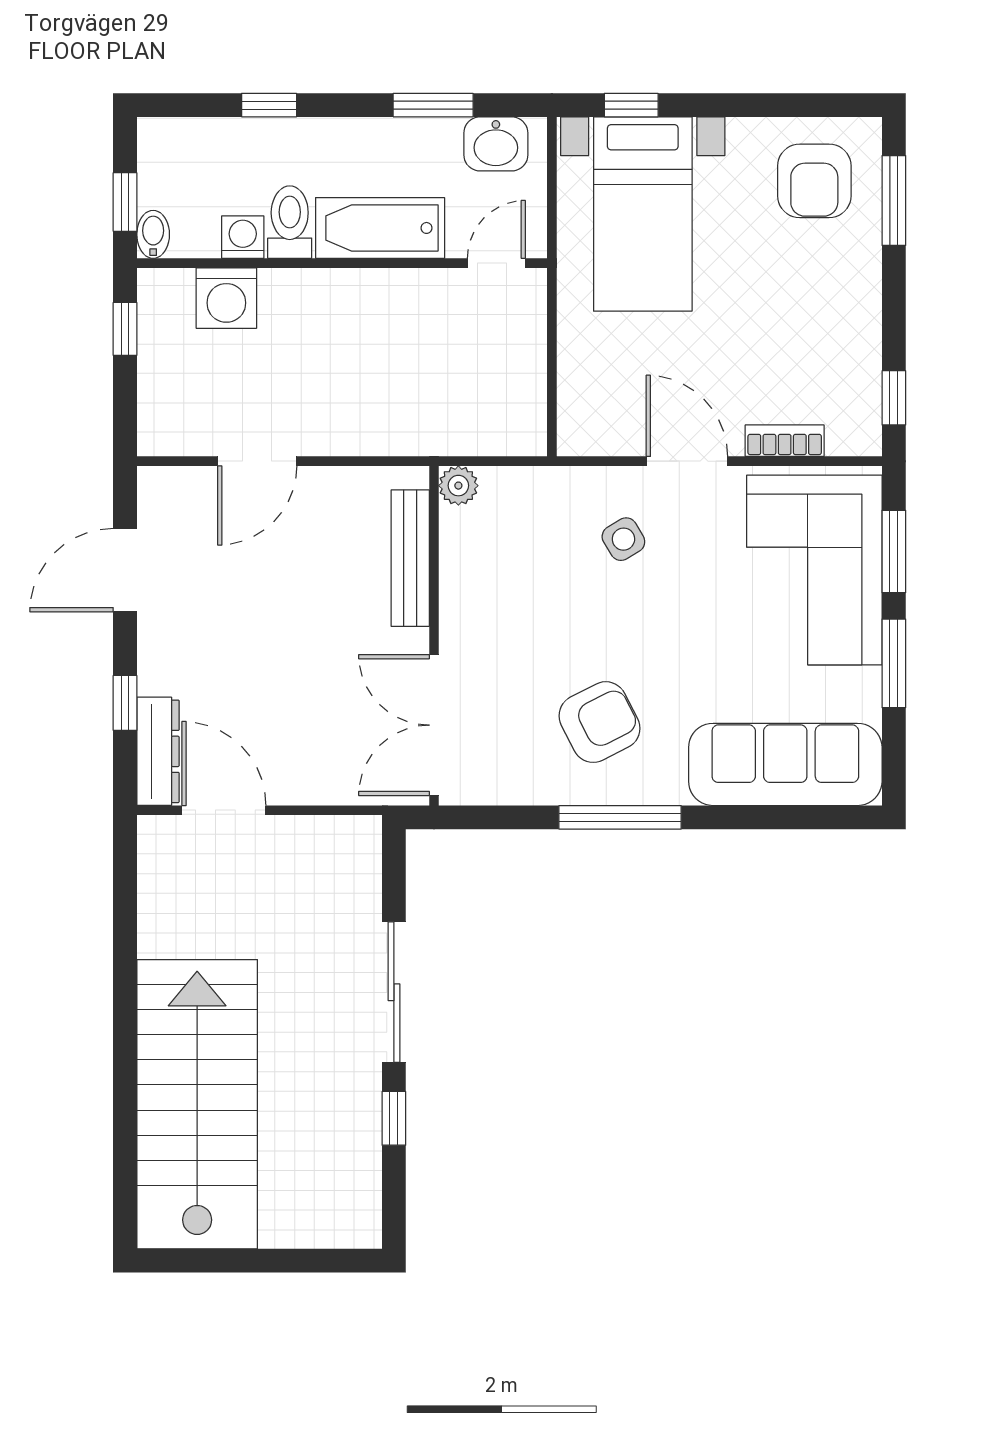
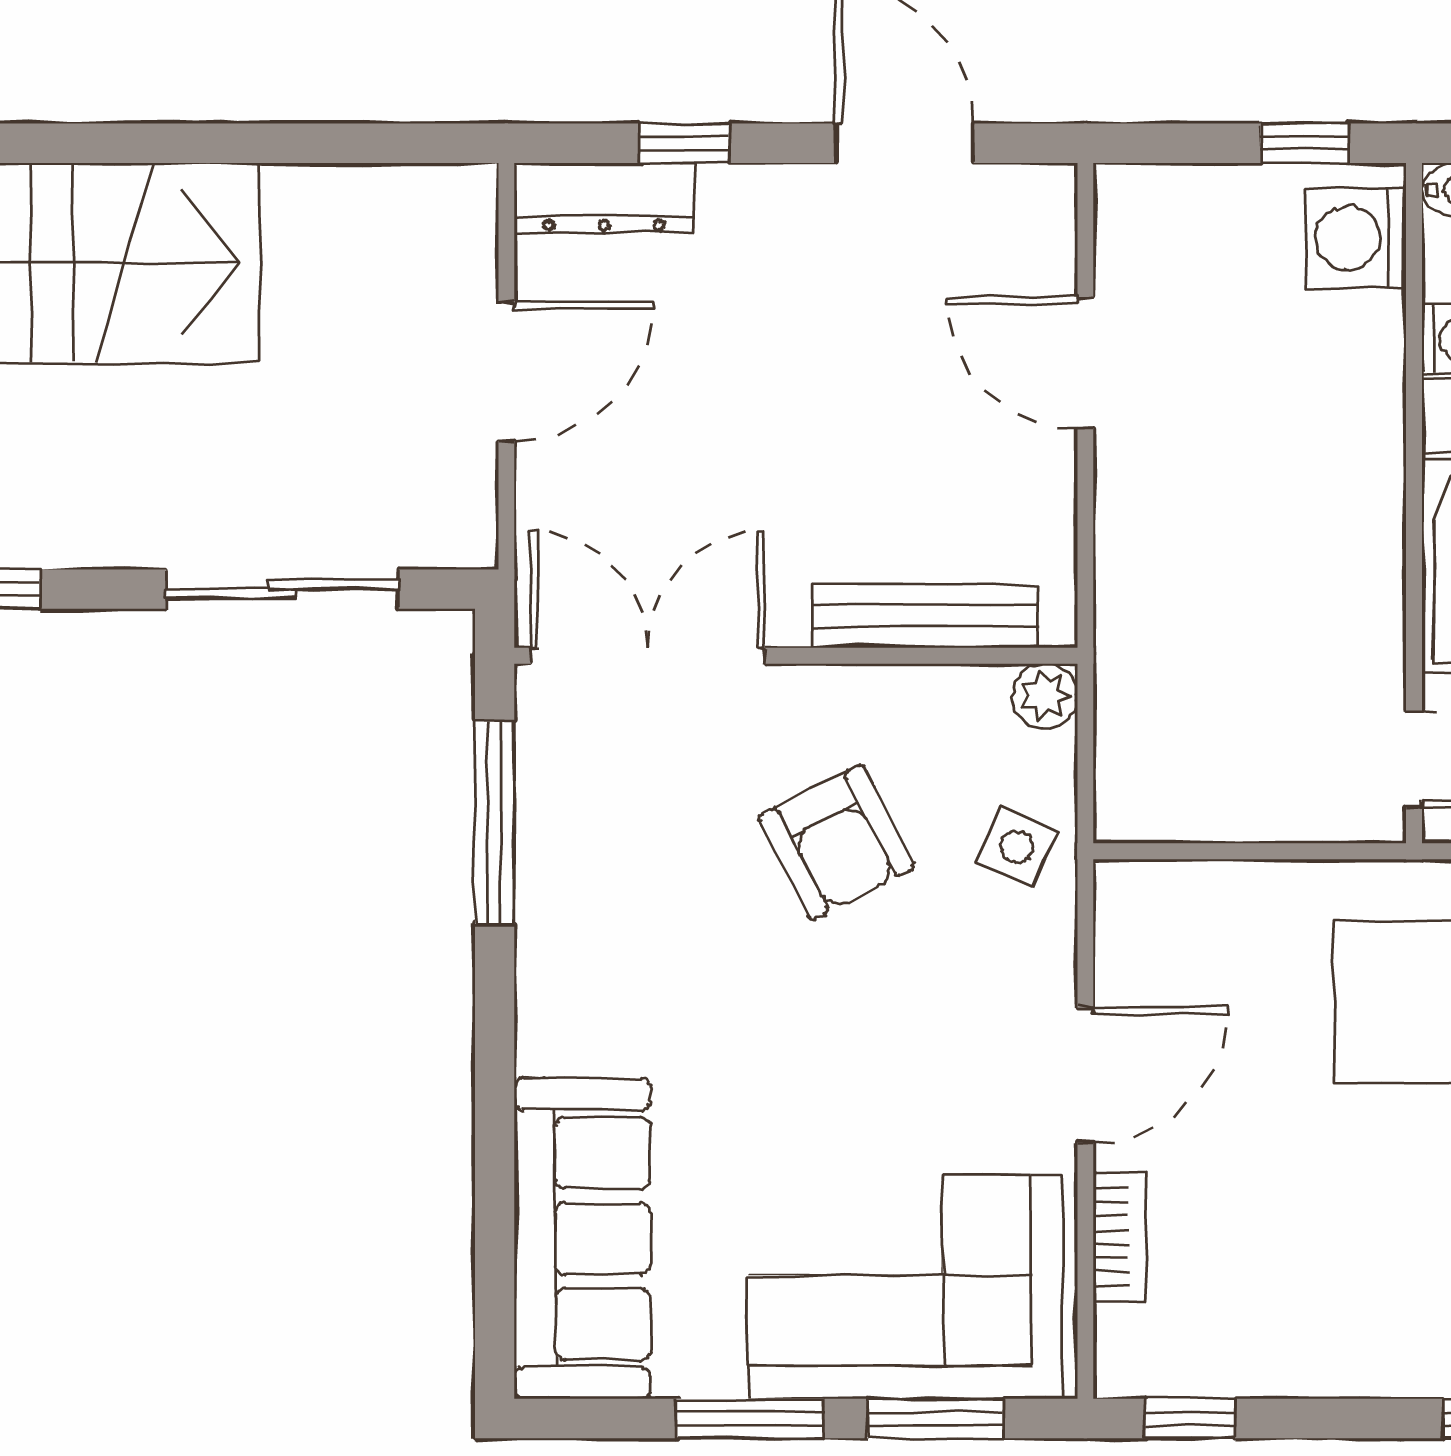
washing machine: (226, 298) -> (1356, 238), moved
side table: (623, 539) -> (1017, 847), moved, turned -33
armchair: (599, 722) -> (836, 842), moved
door: (224, 810) -> (506, 371), moved
window: (620, 817) -> (495, 822), moved
sliding door: (394, 992) -> (283, 589), moved

